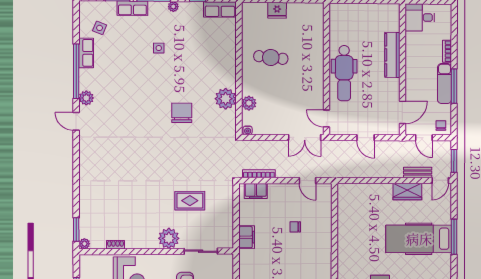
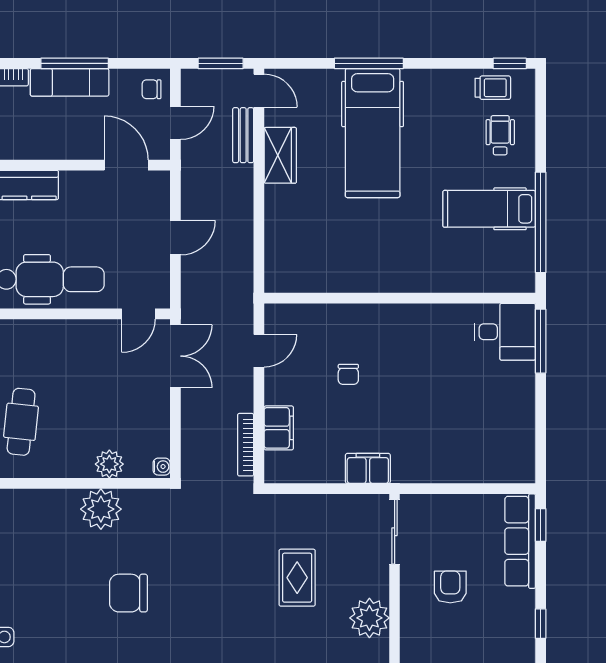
filing cabinet: (256, 191) -> (279, 428), moved
sliding door: (201, 251) -> (395, 532), moved

